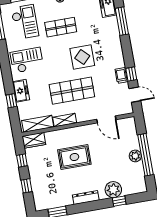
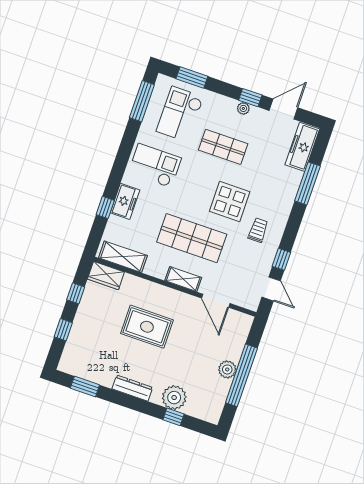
checkout: (25, 22) -> (180, 114), turned 180
trolley: (121, 76) -> (258, 230), moved
shelving: (65, 120) -> (183, 279), moved

